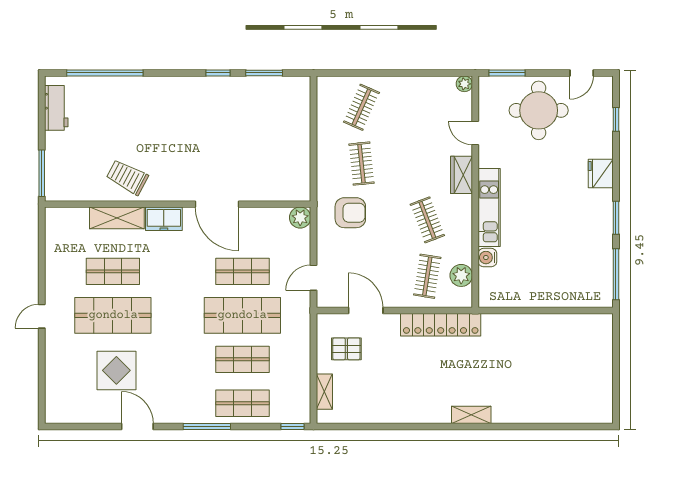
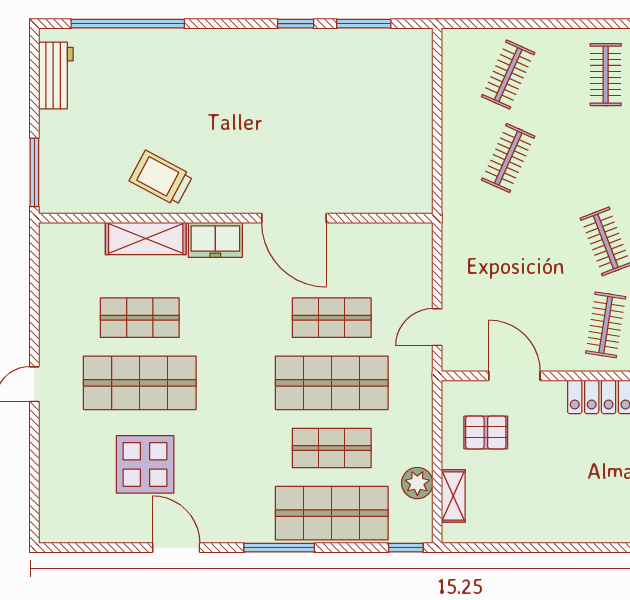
clothes rail: (427, 107) -> (606, 75), added
clothes rail: (362, 164) -> (508, 158), turned 30
armchair: (350, 213) -> (492, 231), removed
plant: (300, 218) -> (417, 483), moved
shop shelf: (242, 403) -> (332, 513), width x1.43, depth x1.36

